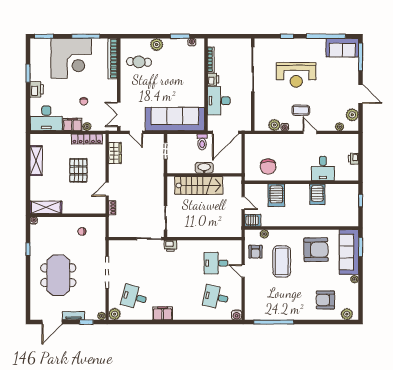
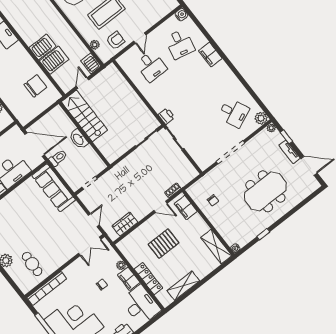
sofa: (175, 119) -> (54, 188), width x0.74, depth x0.79
locker: (87, 139) -> (148, 279), moved
stairs: (199, 185) -> (84, 116), moved
server rack: (317, 194) -> (43, 47), moved
filing cabinet: (92, 207) -> (186, 208), added
desk: (134, 297) -> (234, 113), turned -39
filing cabinet: (163, 313) -> (210, 54), moved

